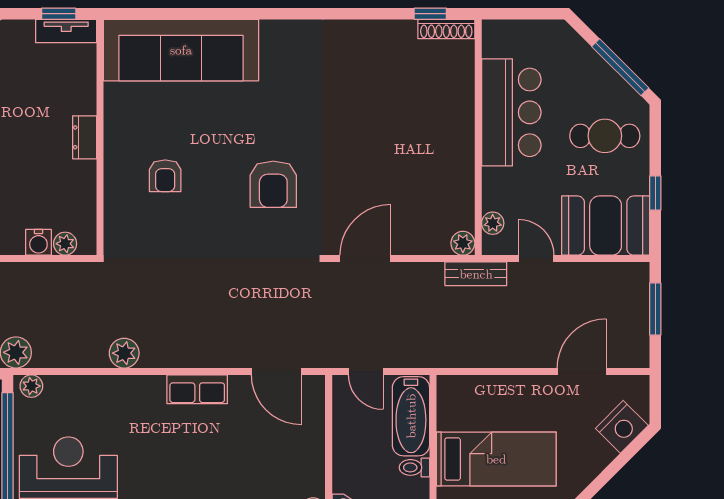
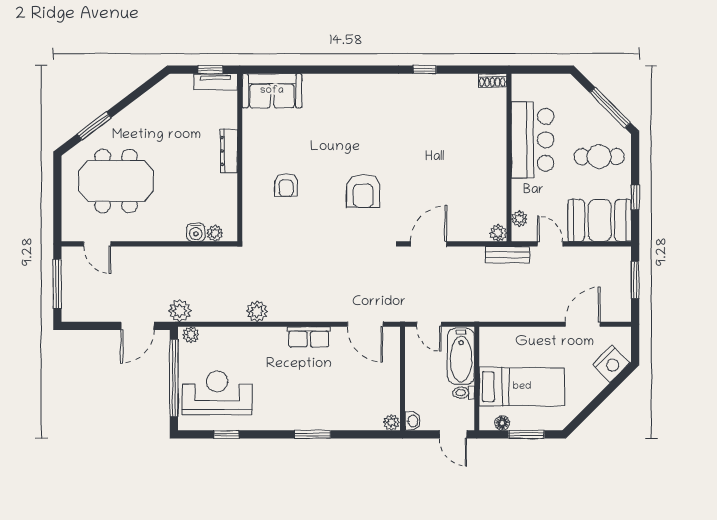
window: (430, 14) -> (425, 70), moved
shoe rack: (446, 29) -> (492, 80), width x0.70
sofa: (181, 50) -> (272, 91), width x0.54, depth x0.79
dresser: (85, 137) -> (229, 151), width x1.44

